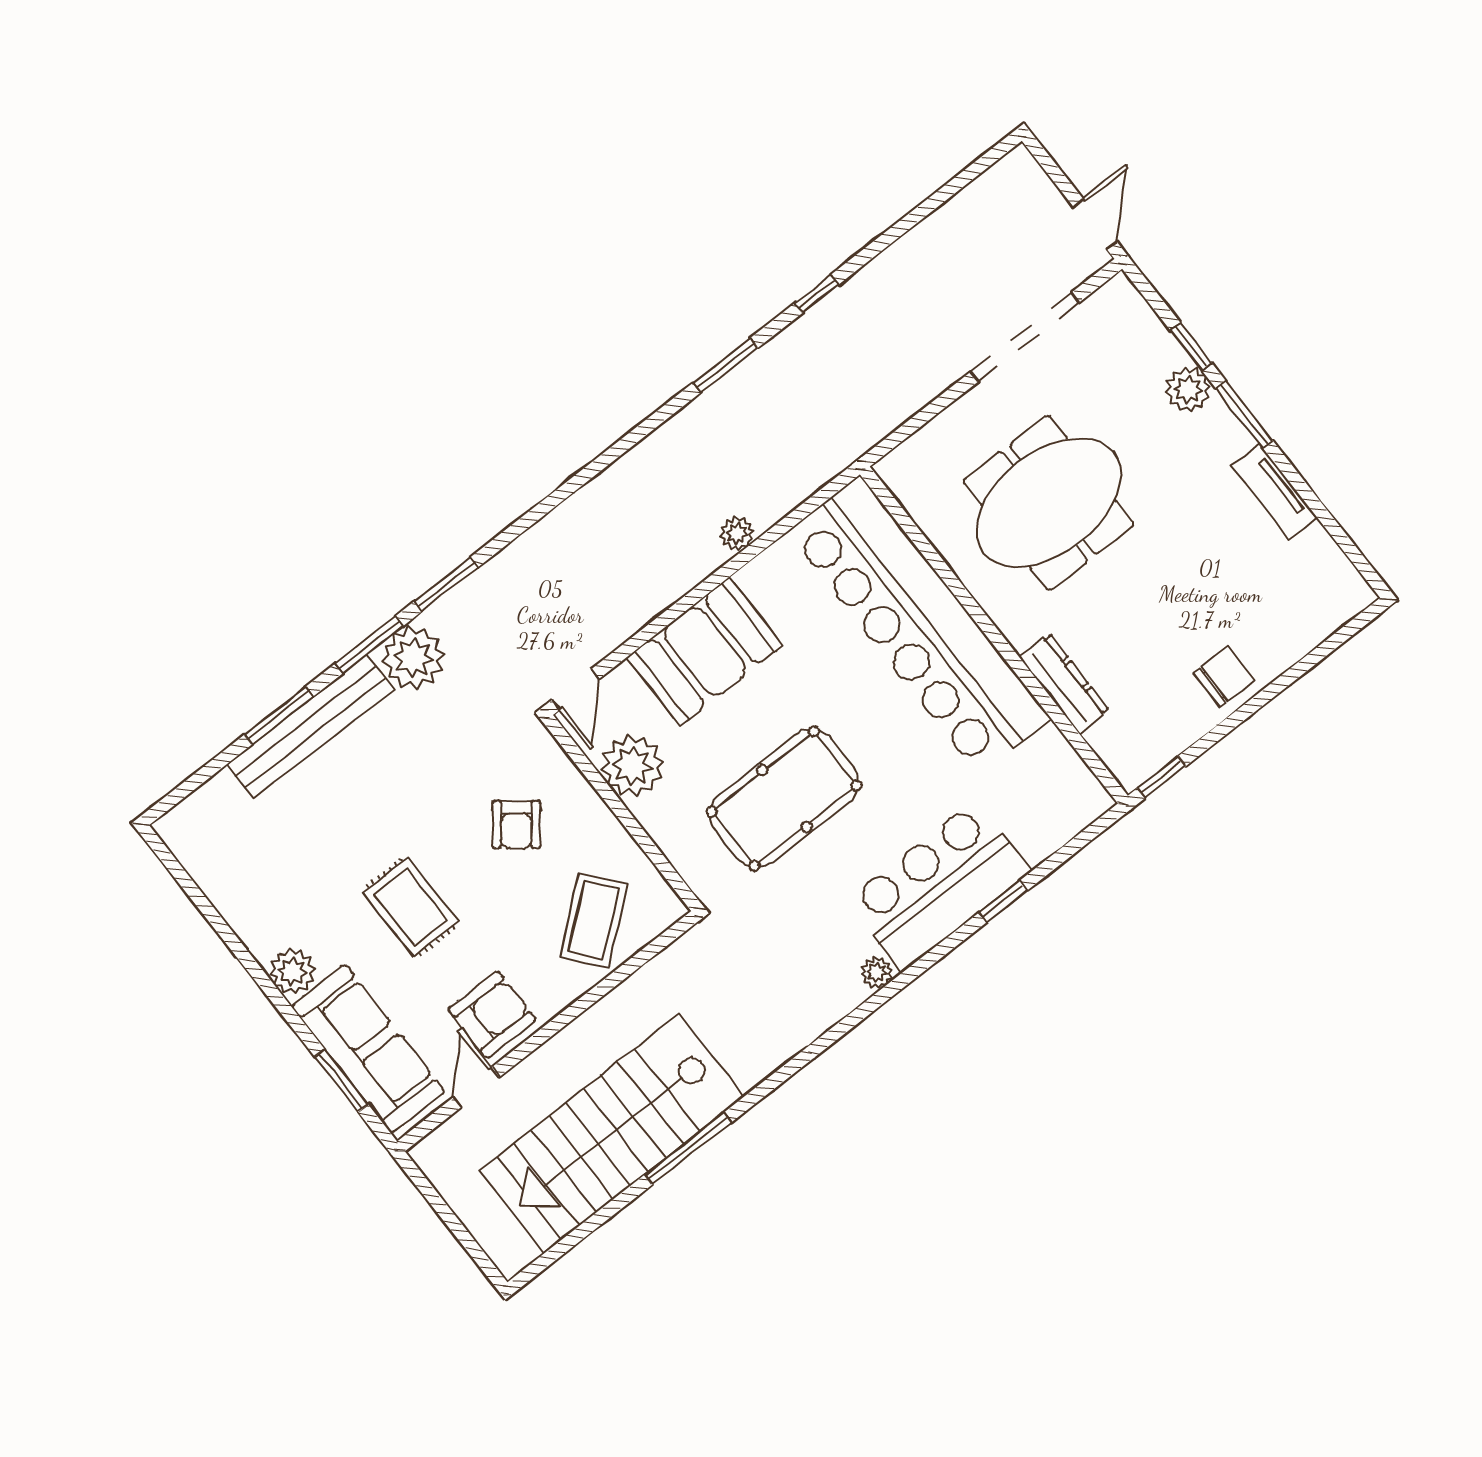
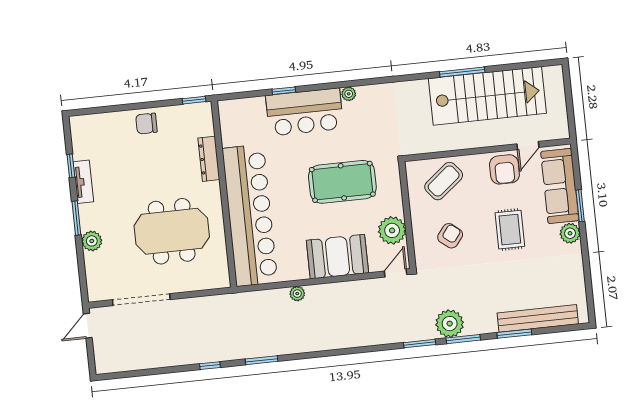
window: (1191, 347) -> (71, 166), moved
bench: (310, 727) -> (538, 318), moved
armchair: (492, 1014) -> (504, 169), turned -90
window: (342, 1081) -> (580, 206), moved

